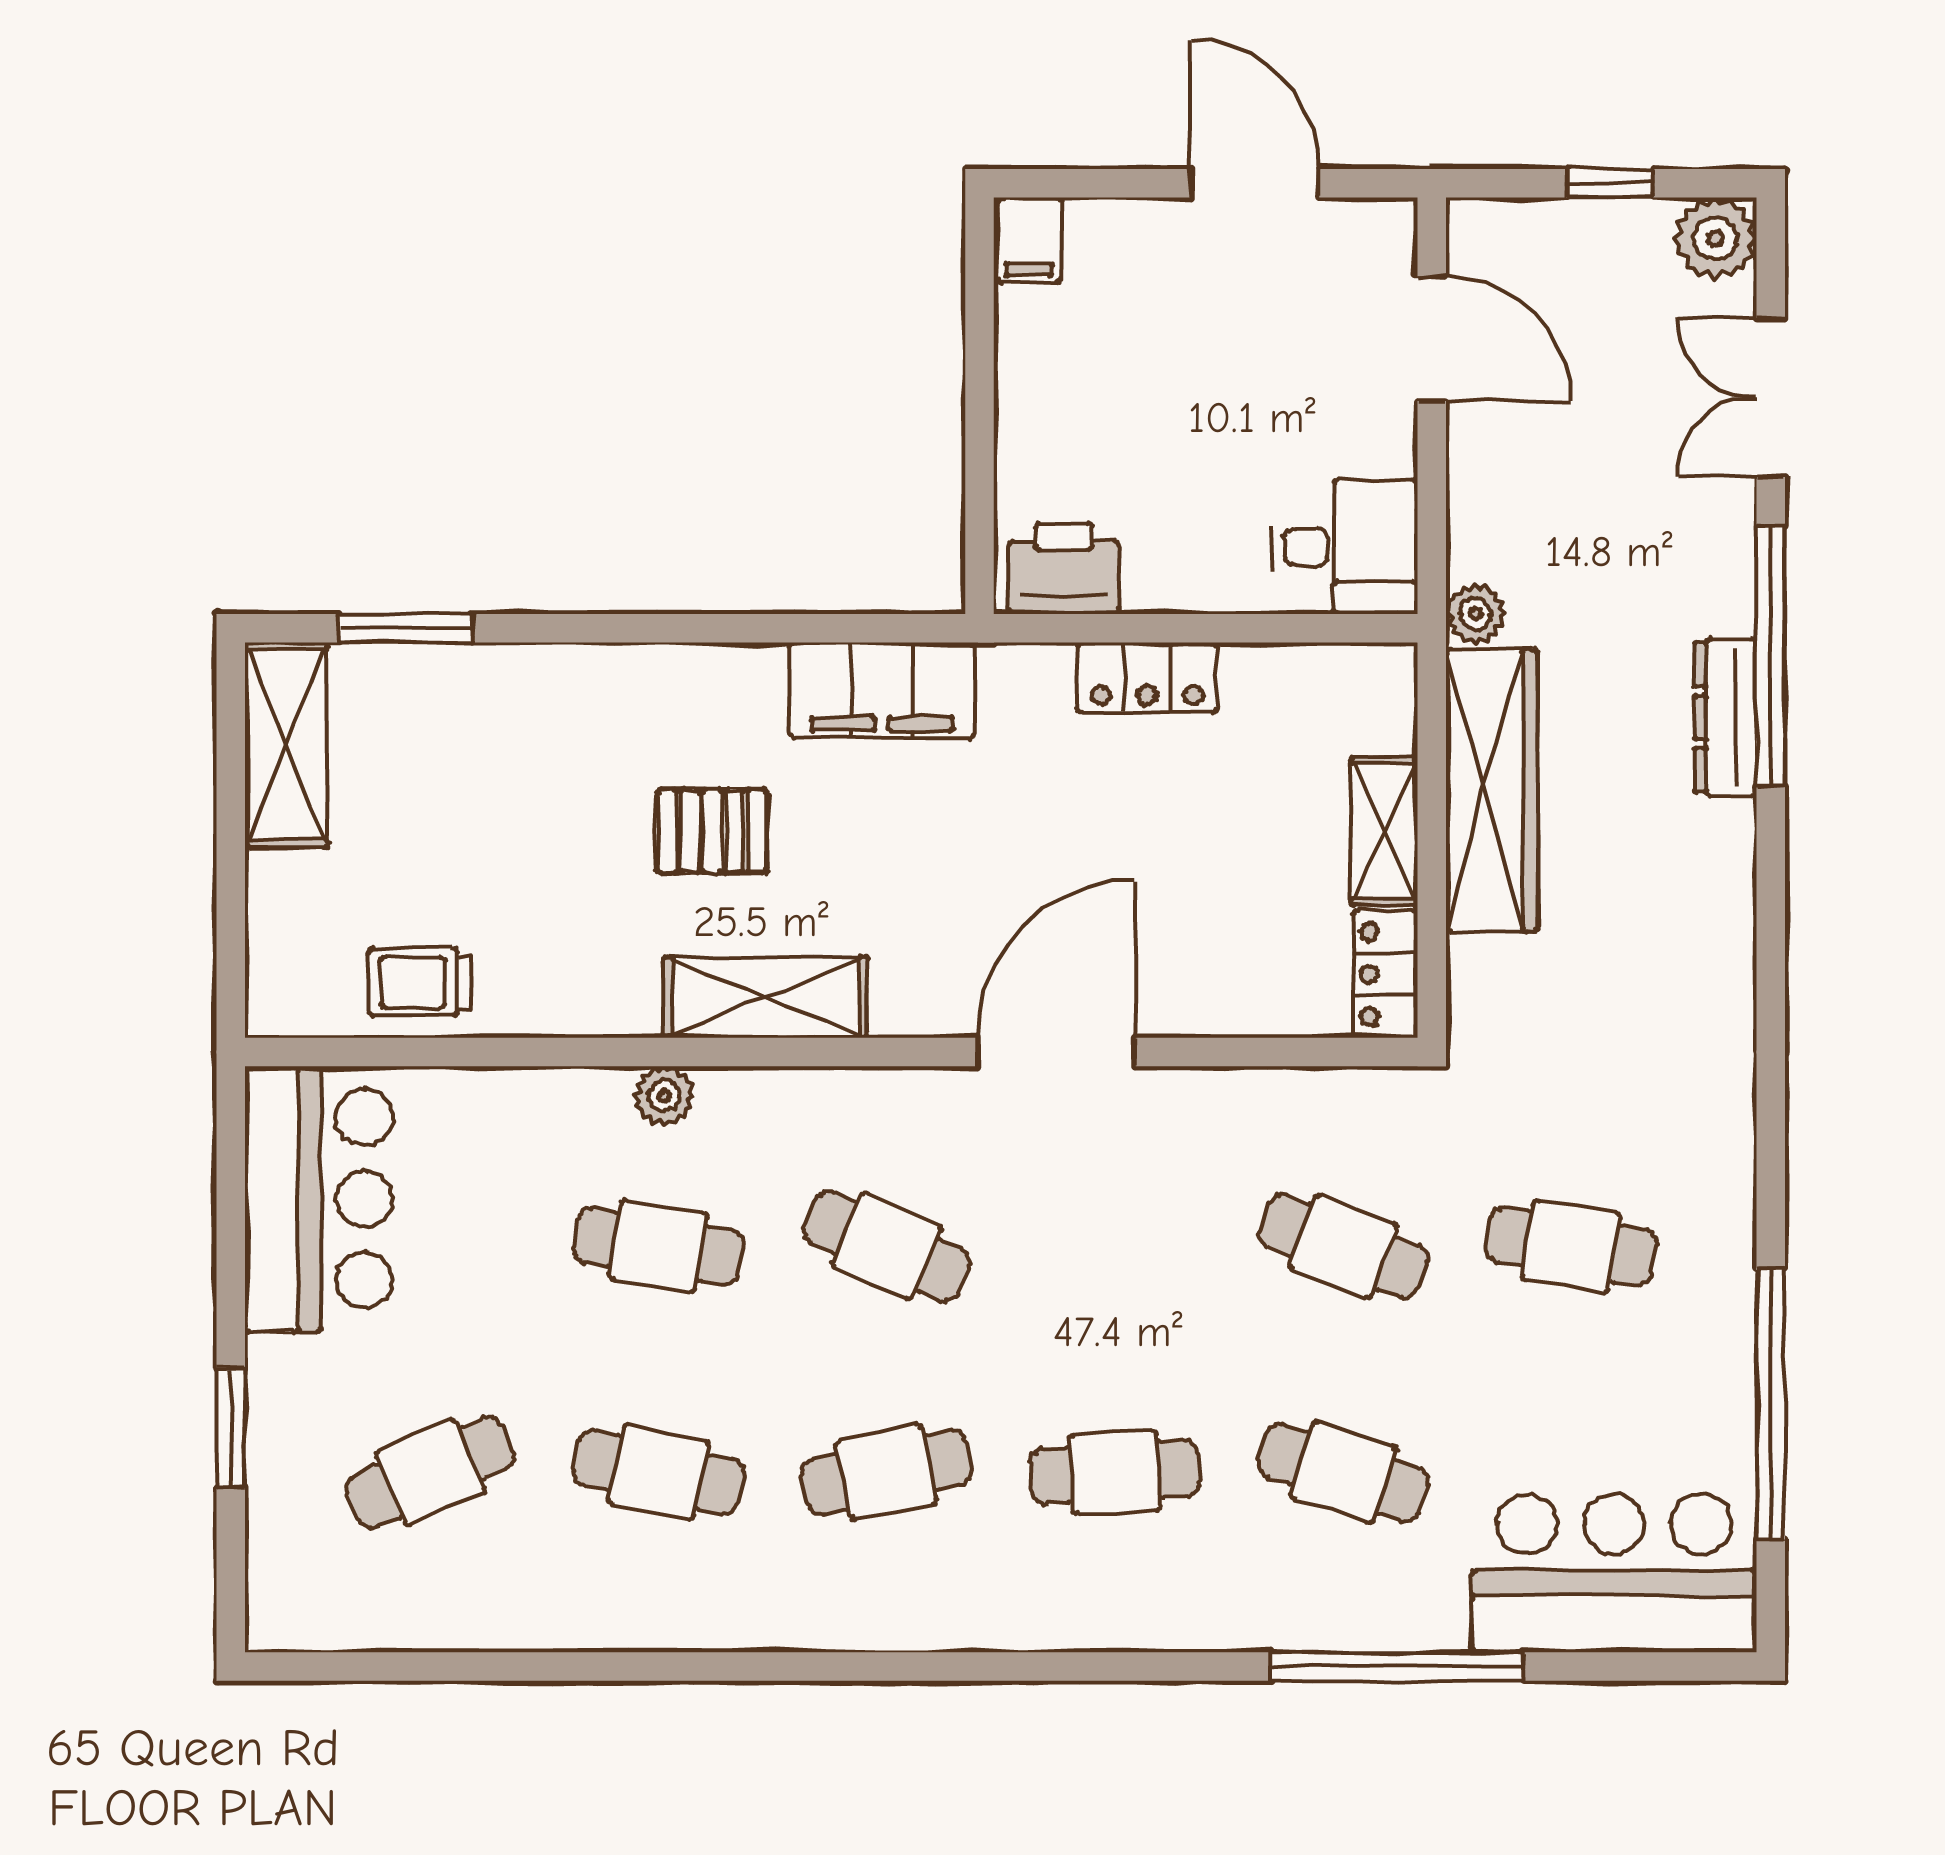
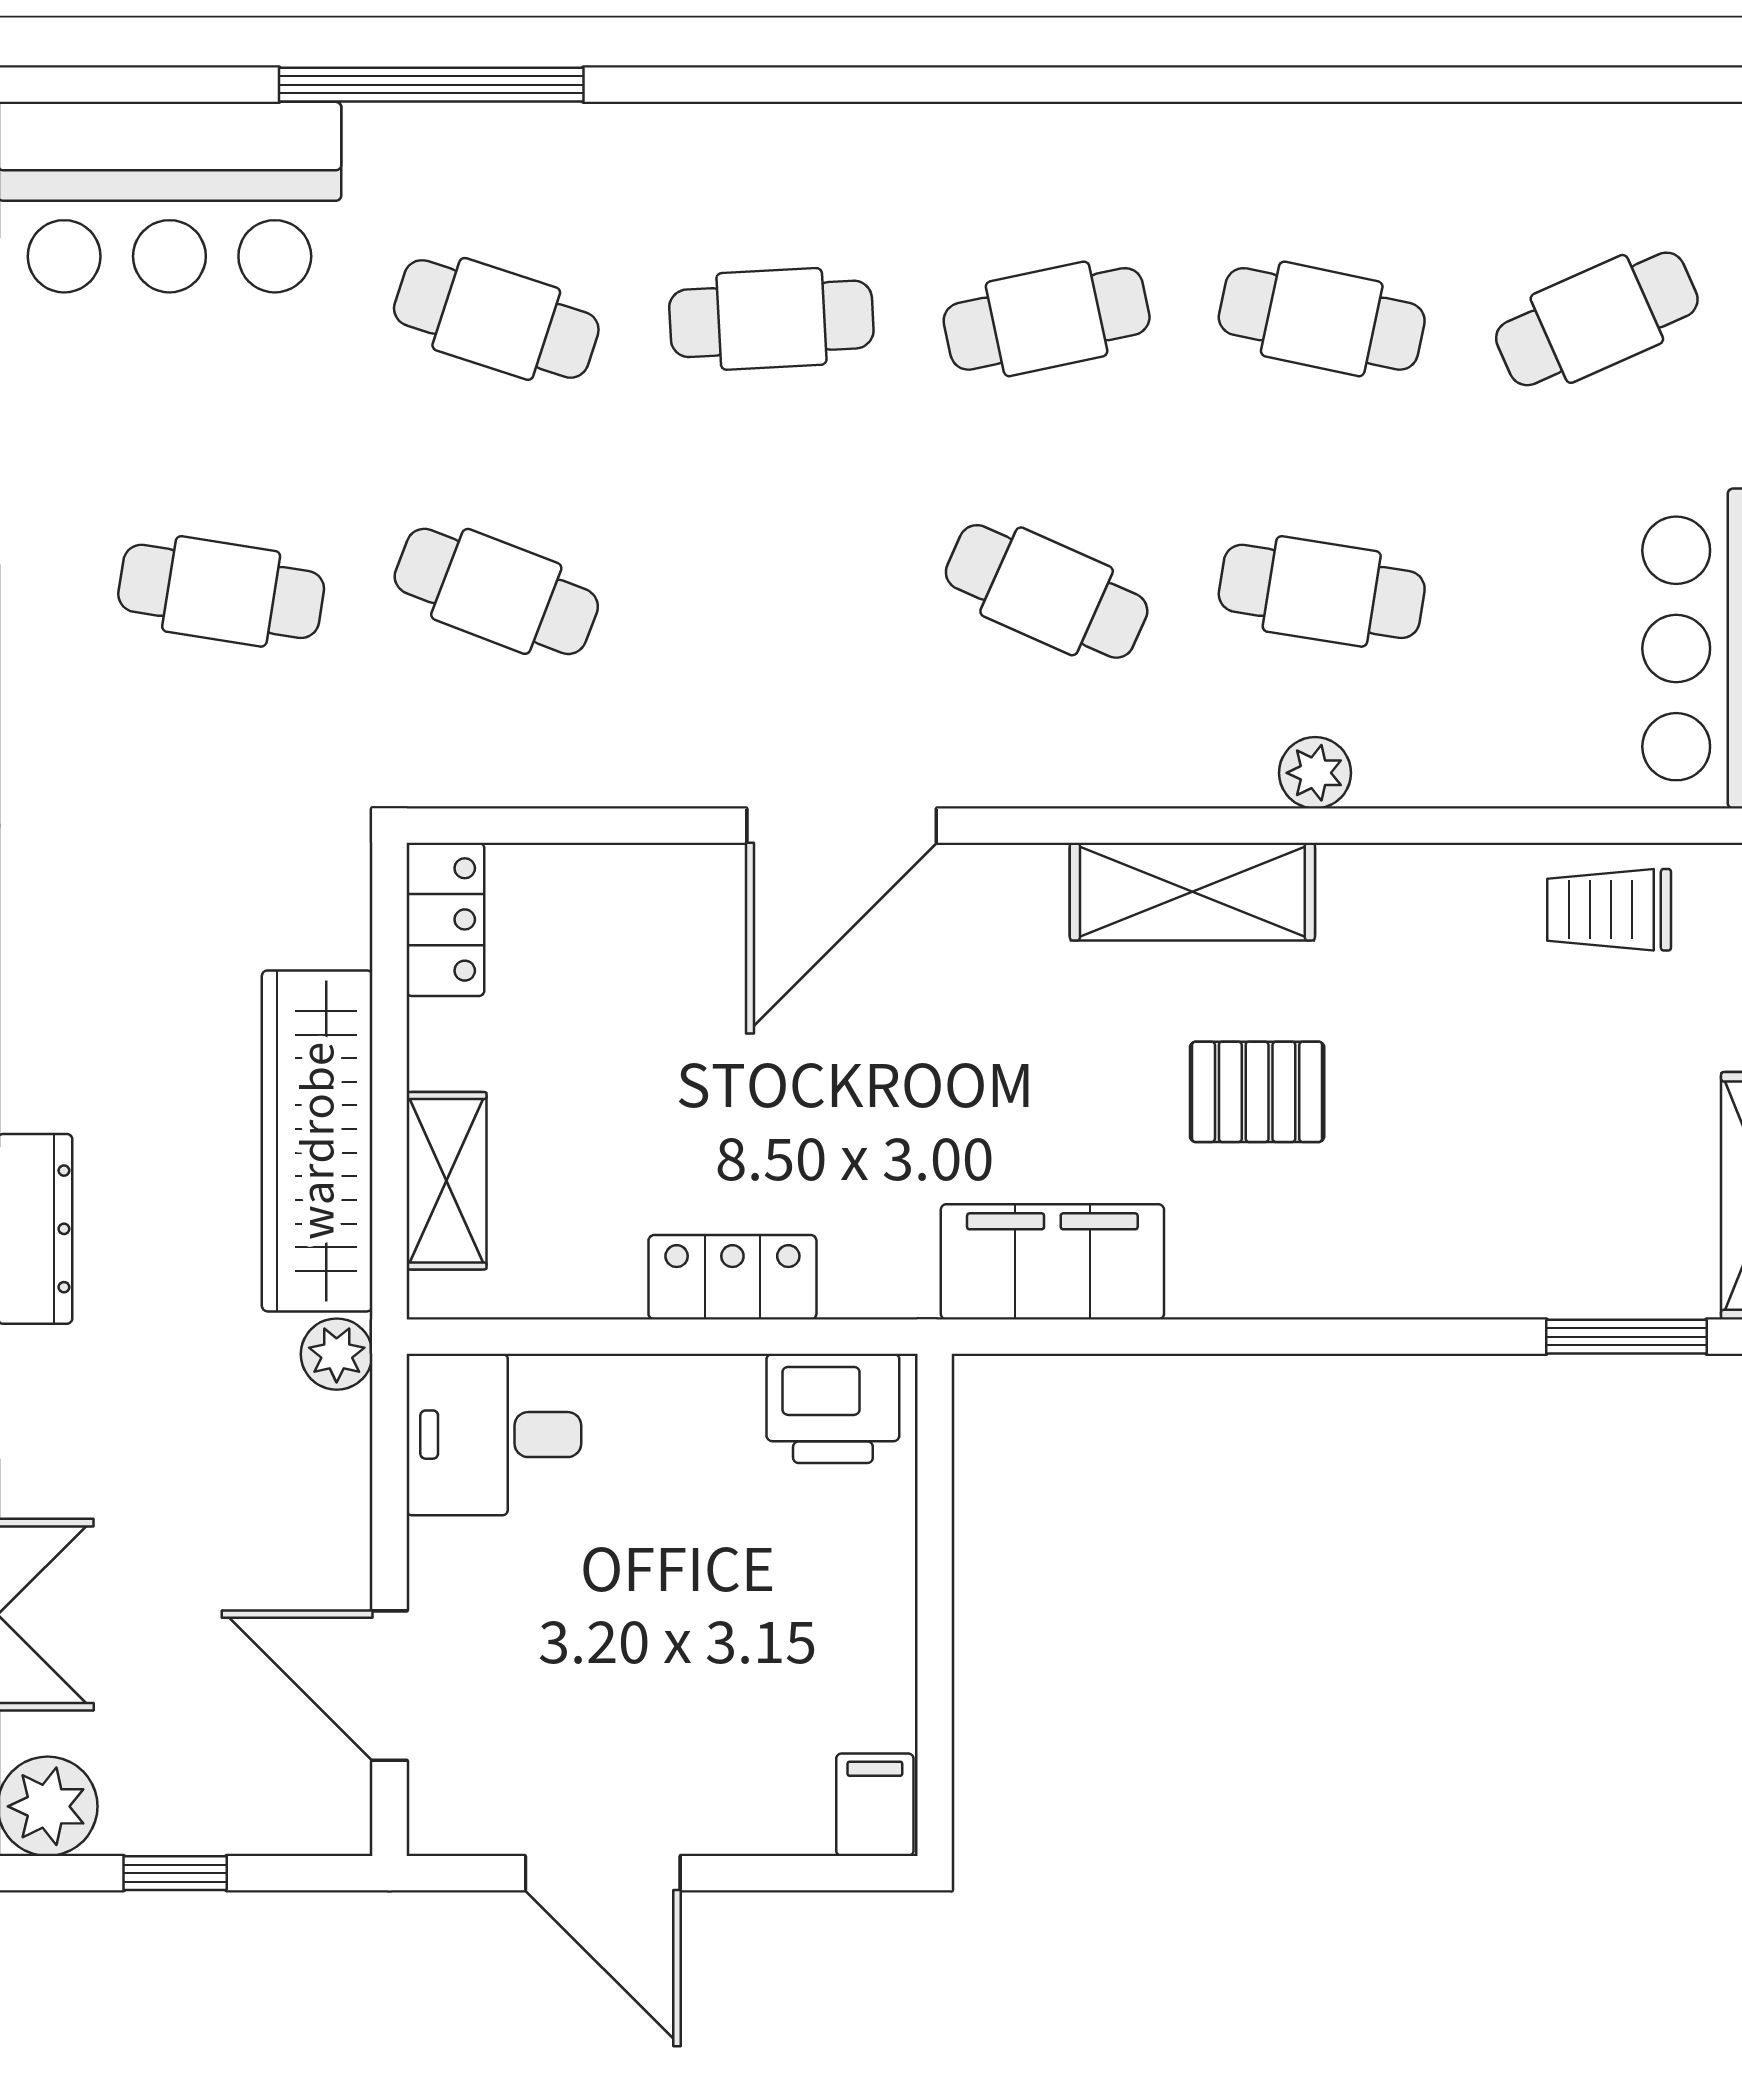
shelving: (1384, 831) -> (446, 1181), moved
trolley: (420, 982) -> (1609, 910), turned 180

